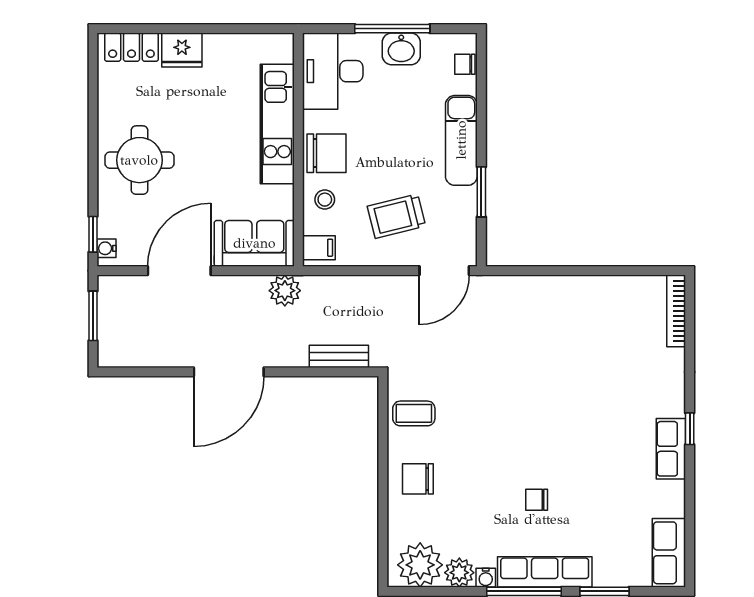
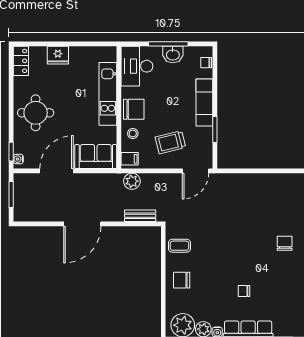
locker: (131, 47) -> (21, 61), moved, turned -90
plant: (285, 291) -> (132, 181), moved
chair: (614, 409) -> (285, 243), added

